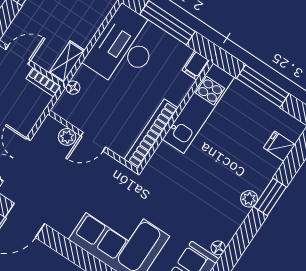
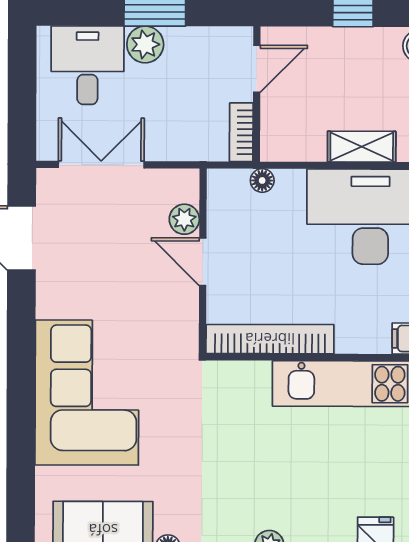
door: (18, 55) -> (257, 69), hinge flipped
shelving: (67, 62) -> (362, 147), moved

